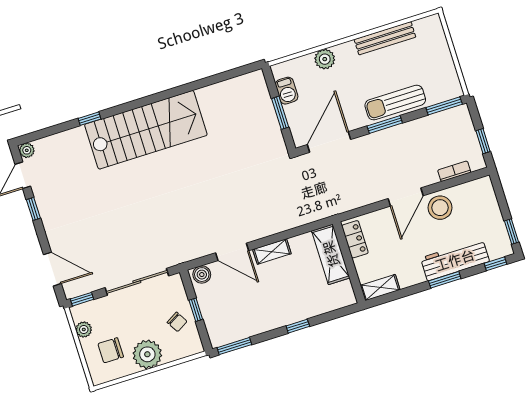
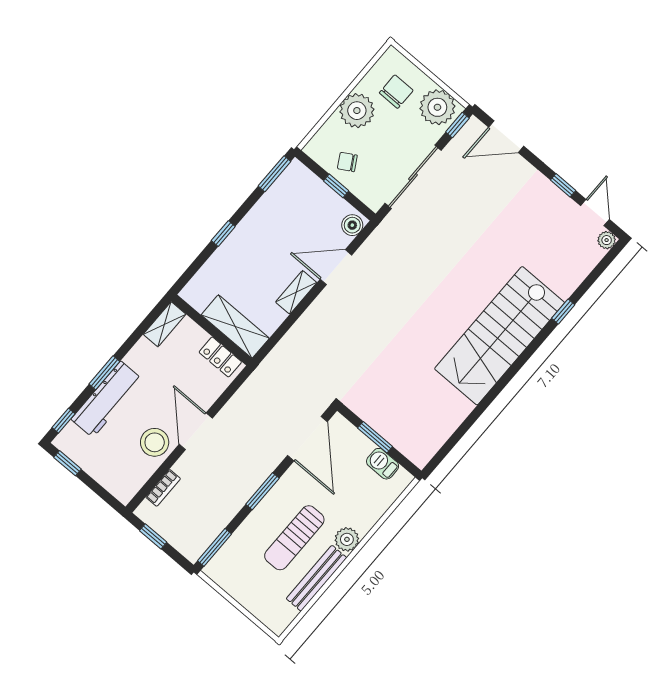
plant: (325, 59) -> (347, 539), moved
sun lounger: (395, 103) -> (294, 538), moved, turned 180
plant: (84, 329) -> (437, 107), width x1.88, depth x1.88

